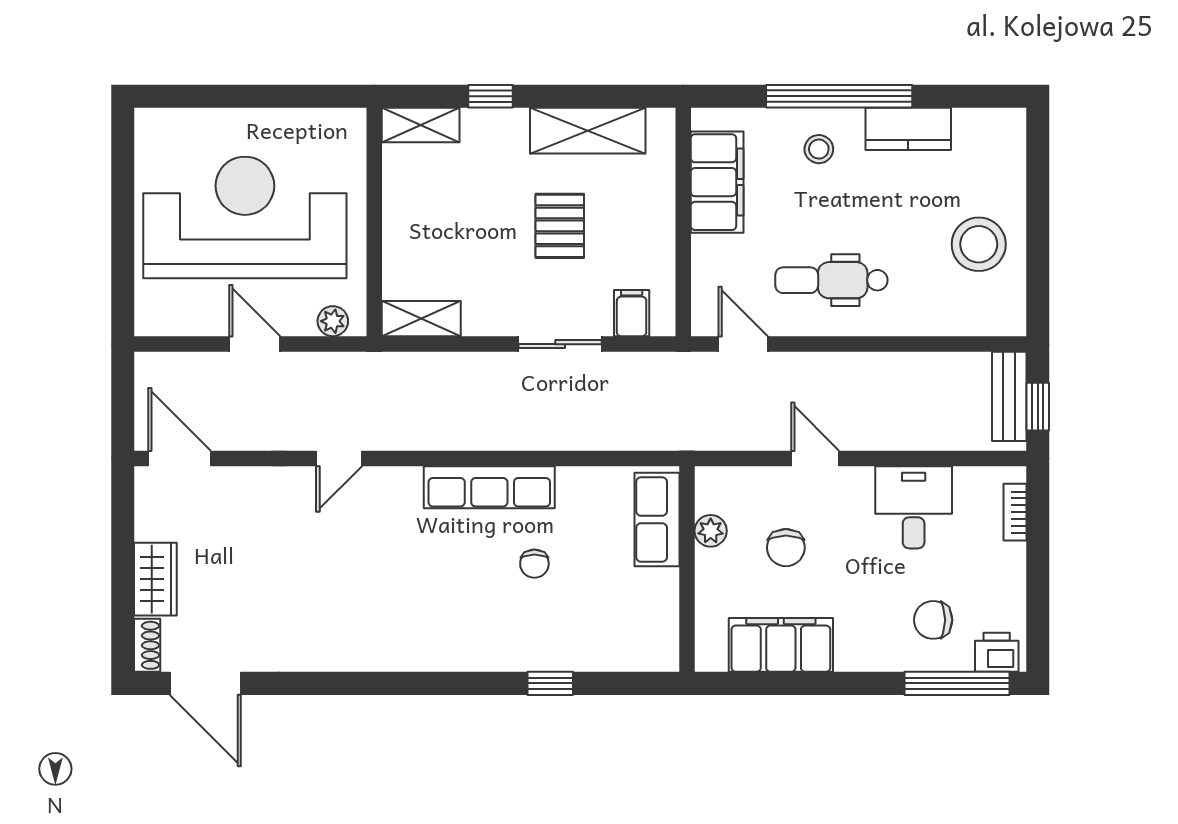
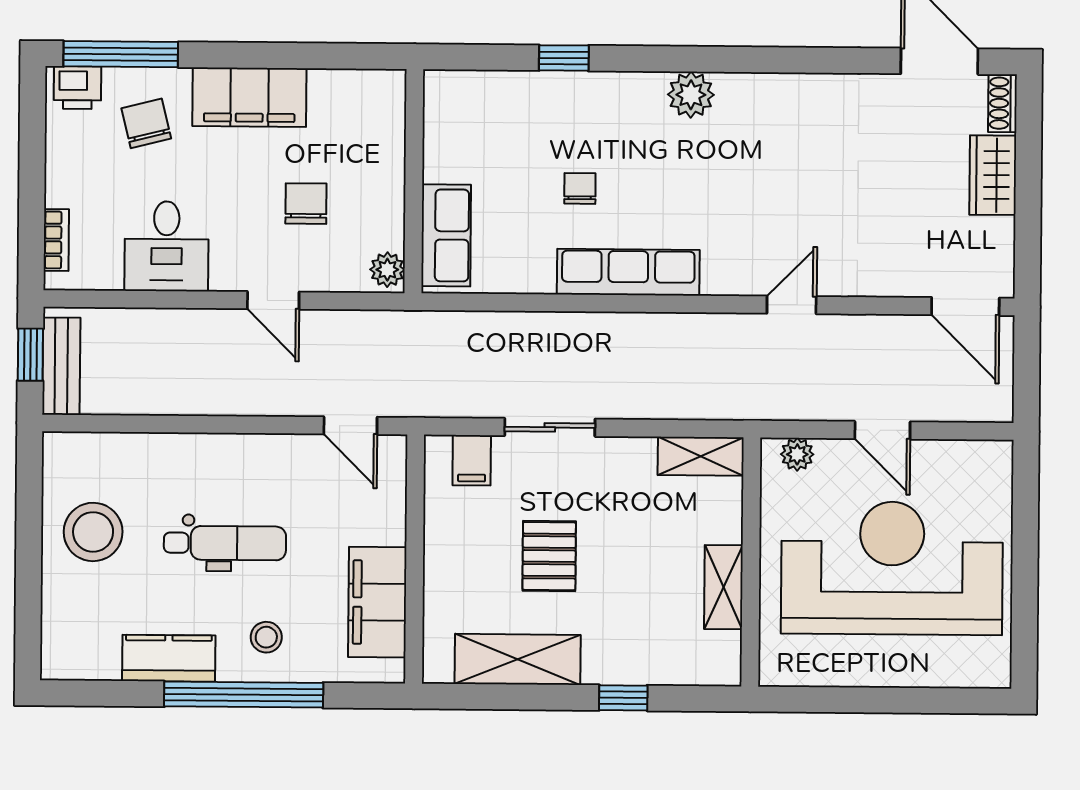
shelving: (421, 125) -> (723, 587), moved, turned 90
reception desk: (245, 218) -> (892, 568), turned 180
dental chair: (831, 280) -> (225, 543), moved
plant: (711, 531) -> (387, 270), moved
chair: (933, 620) -> (146, 123), turned -104
filing cabinet: (781, 645) -> (249, 97), moved
plant: (433, 651) -> (691, 95), added

